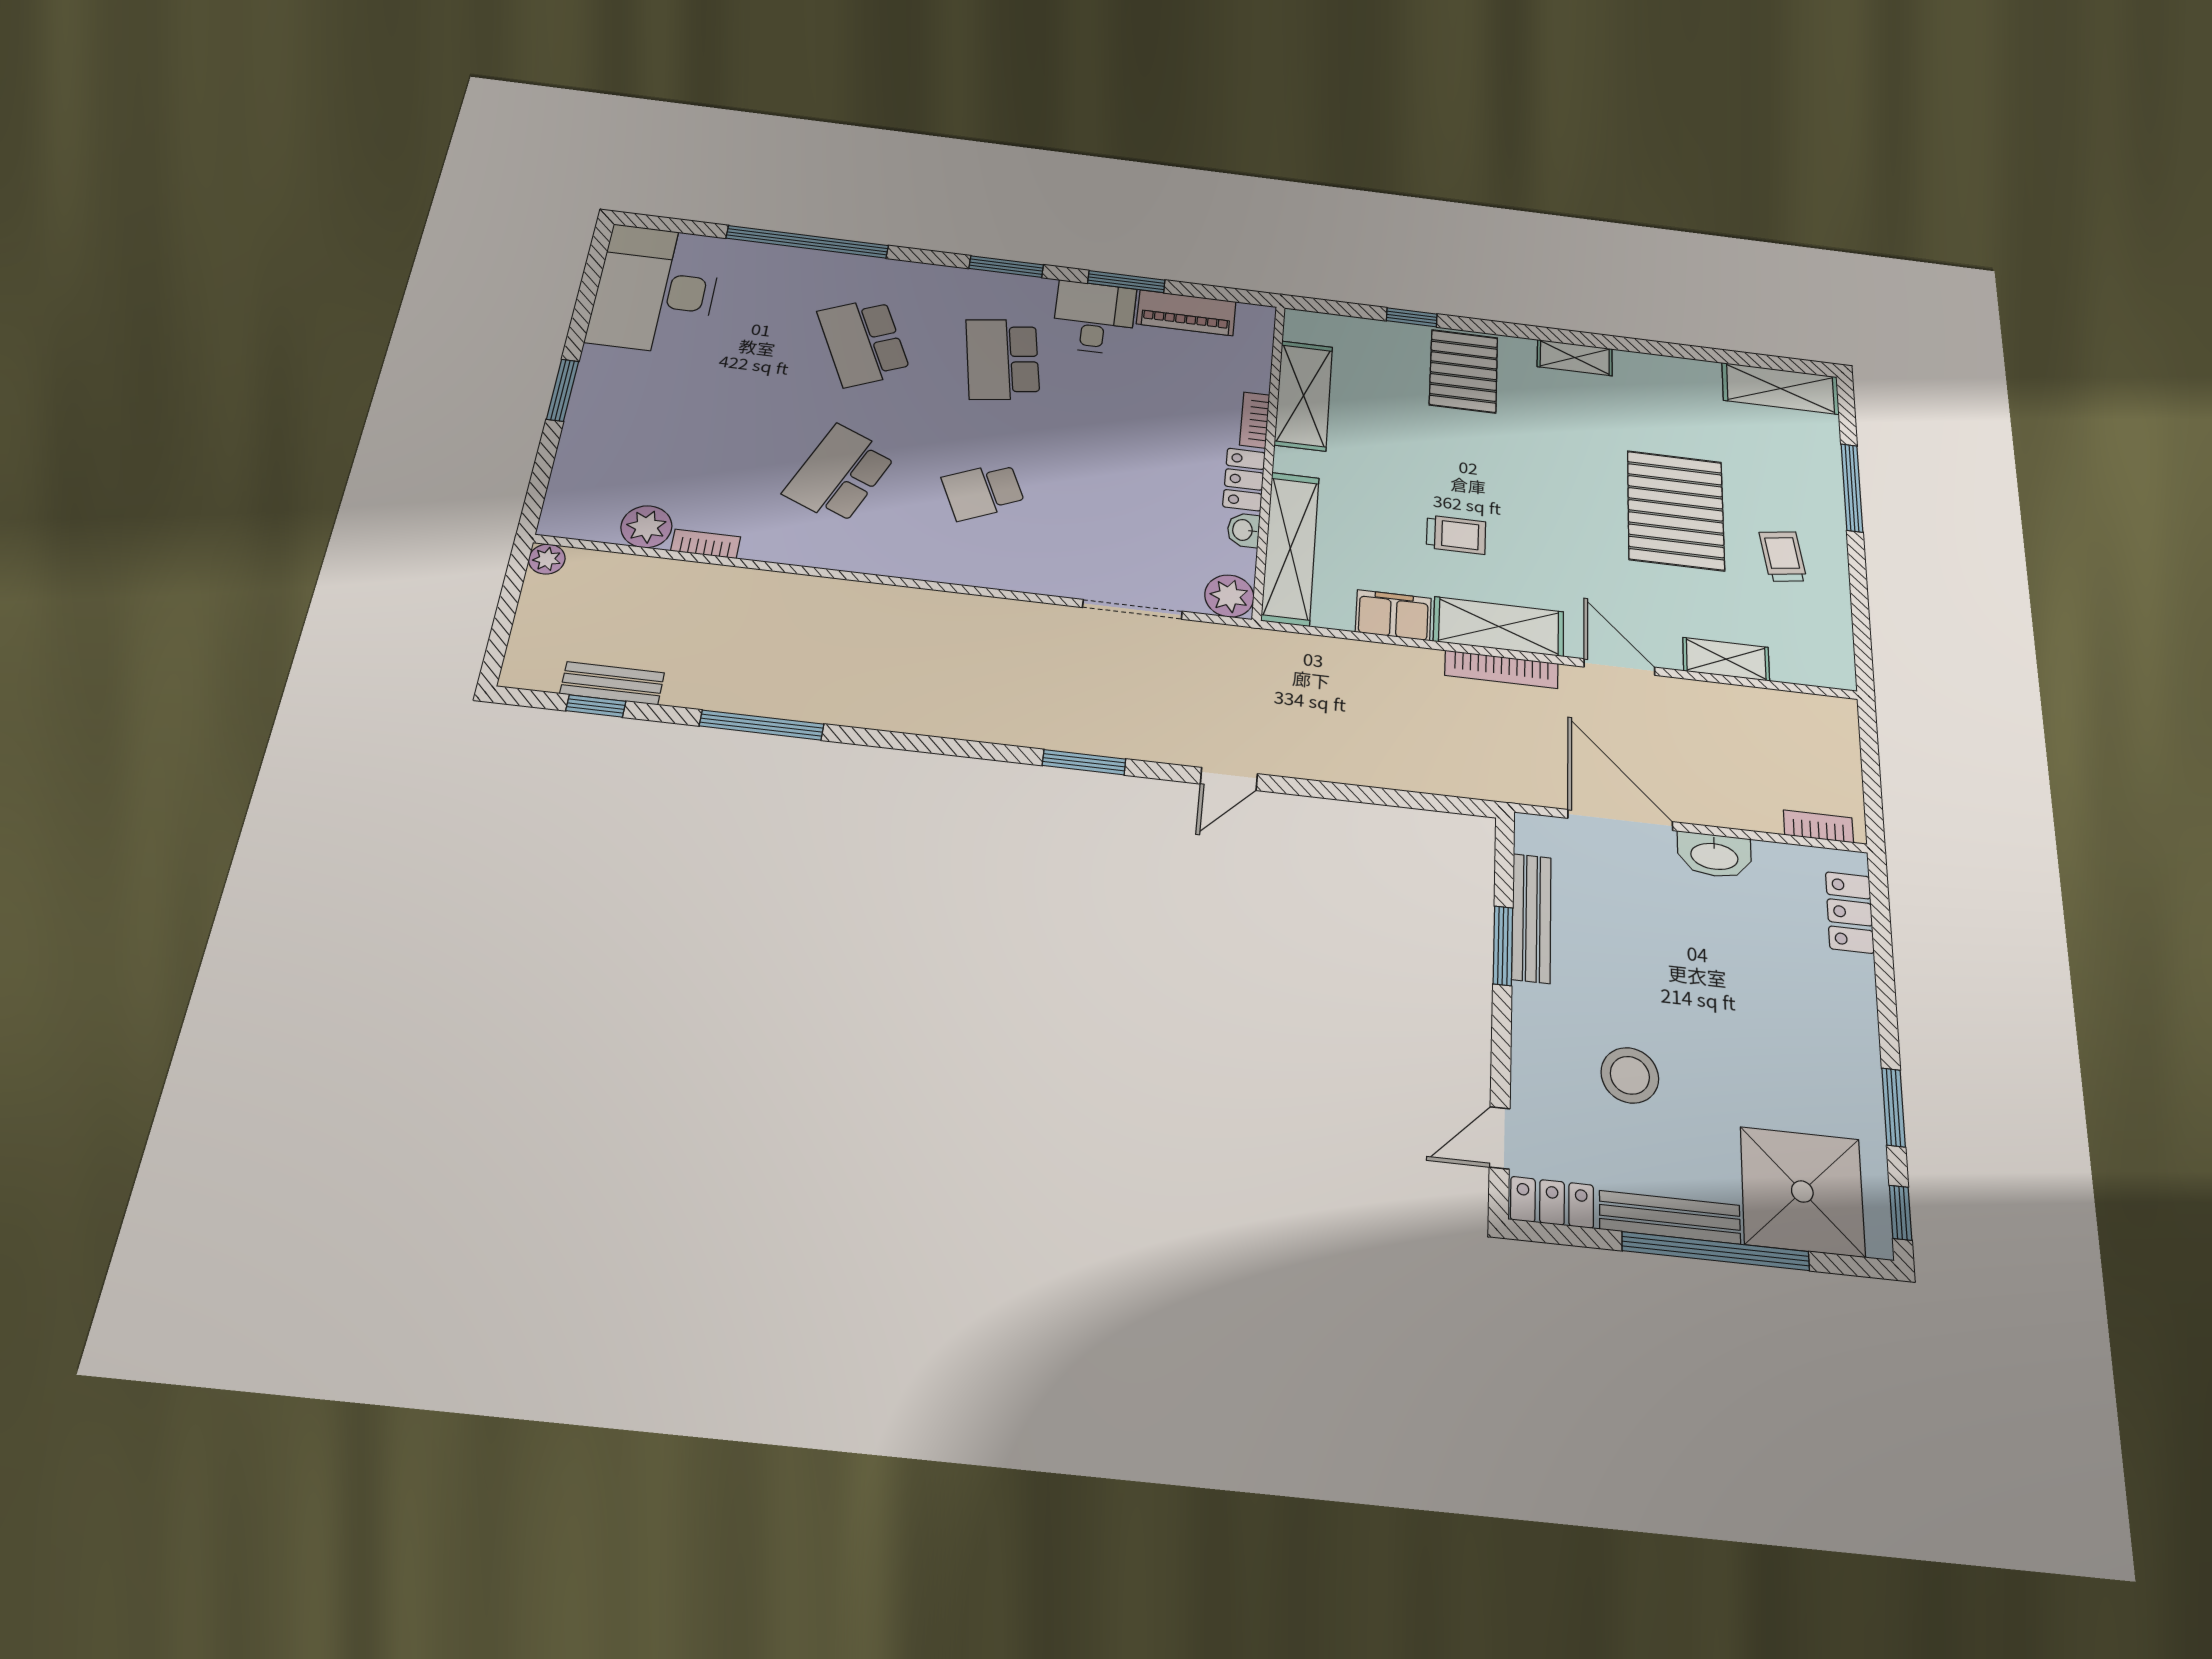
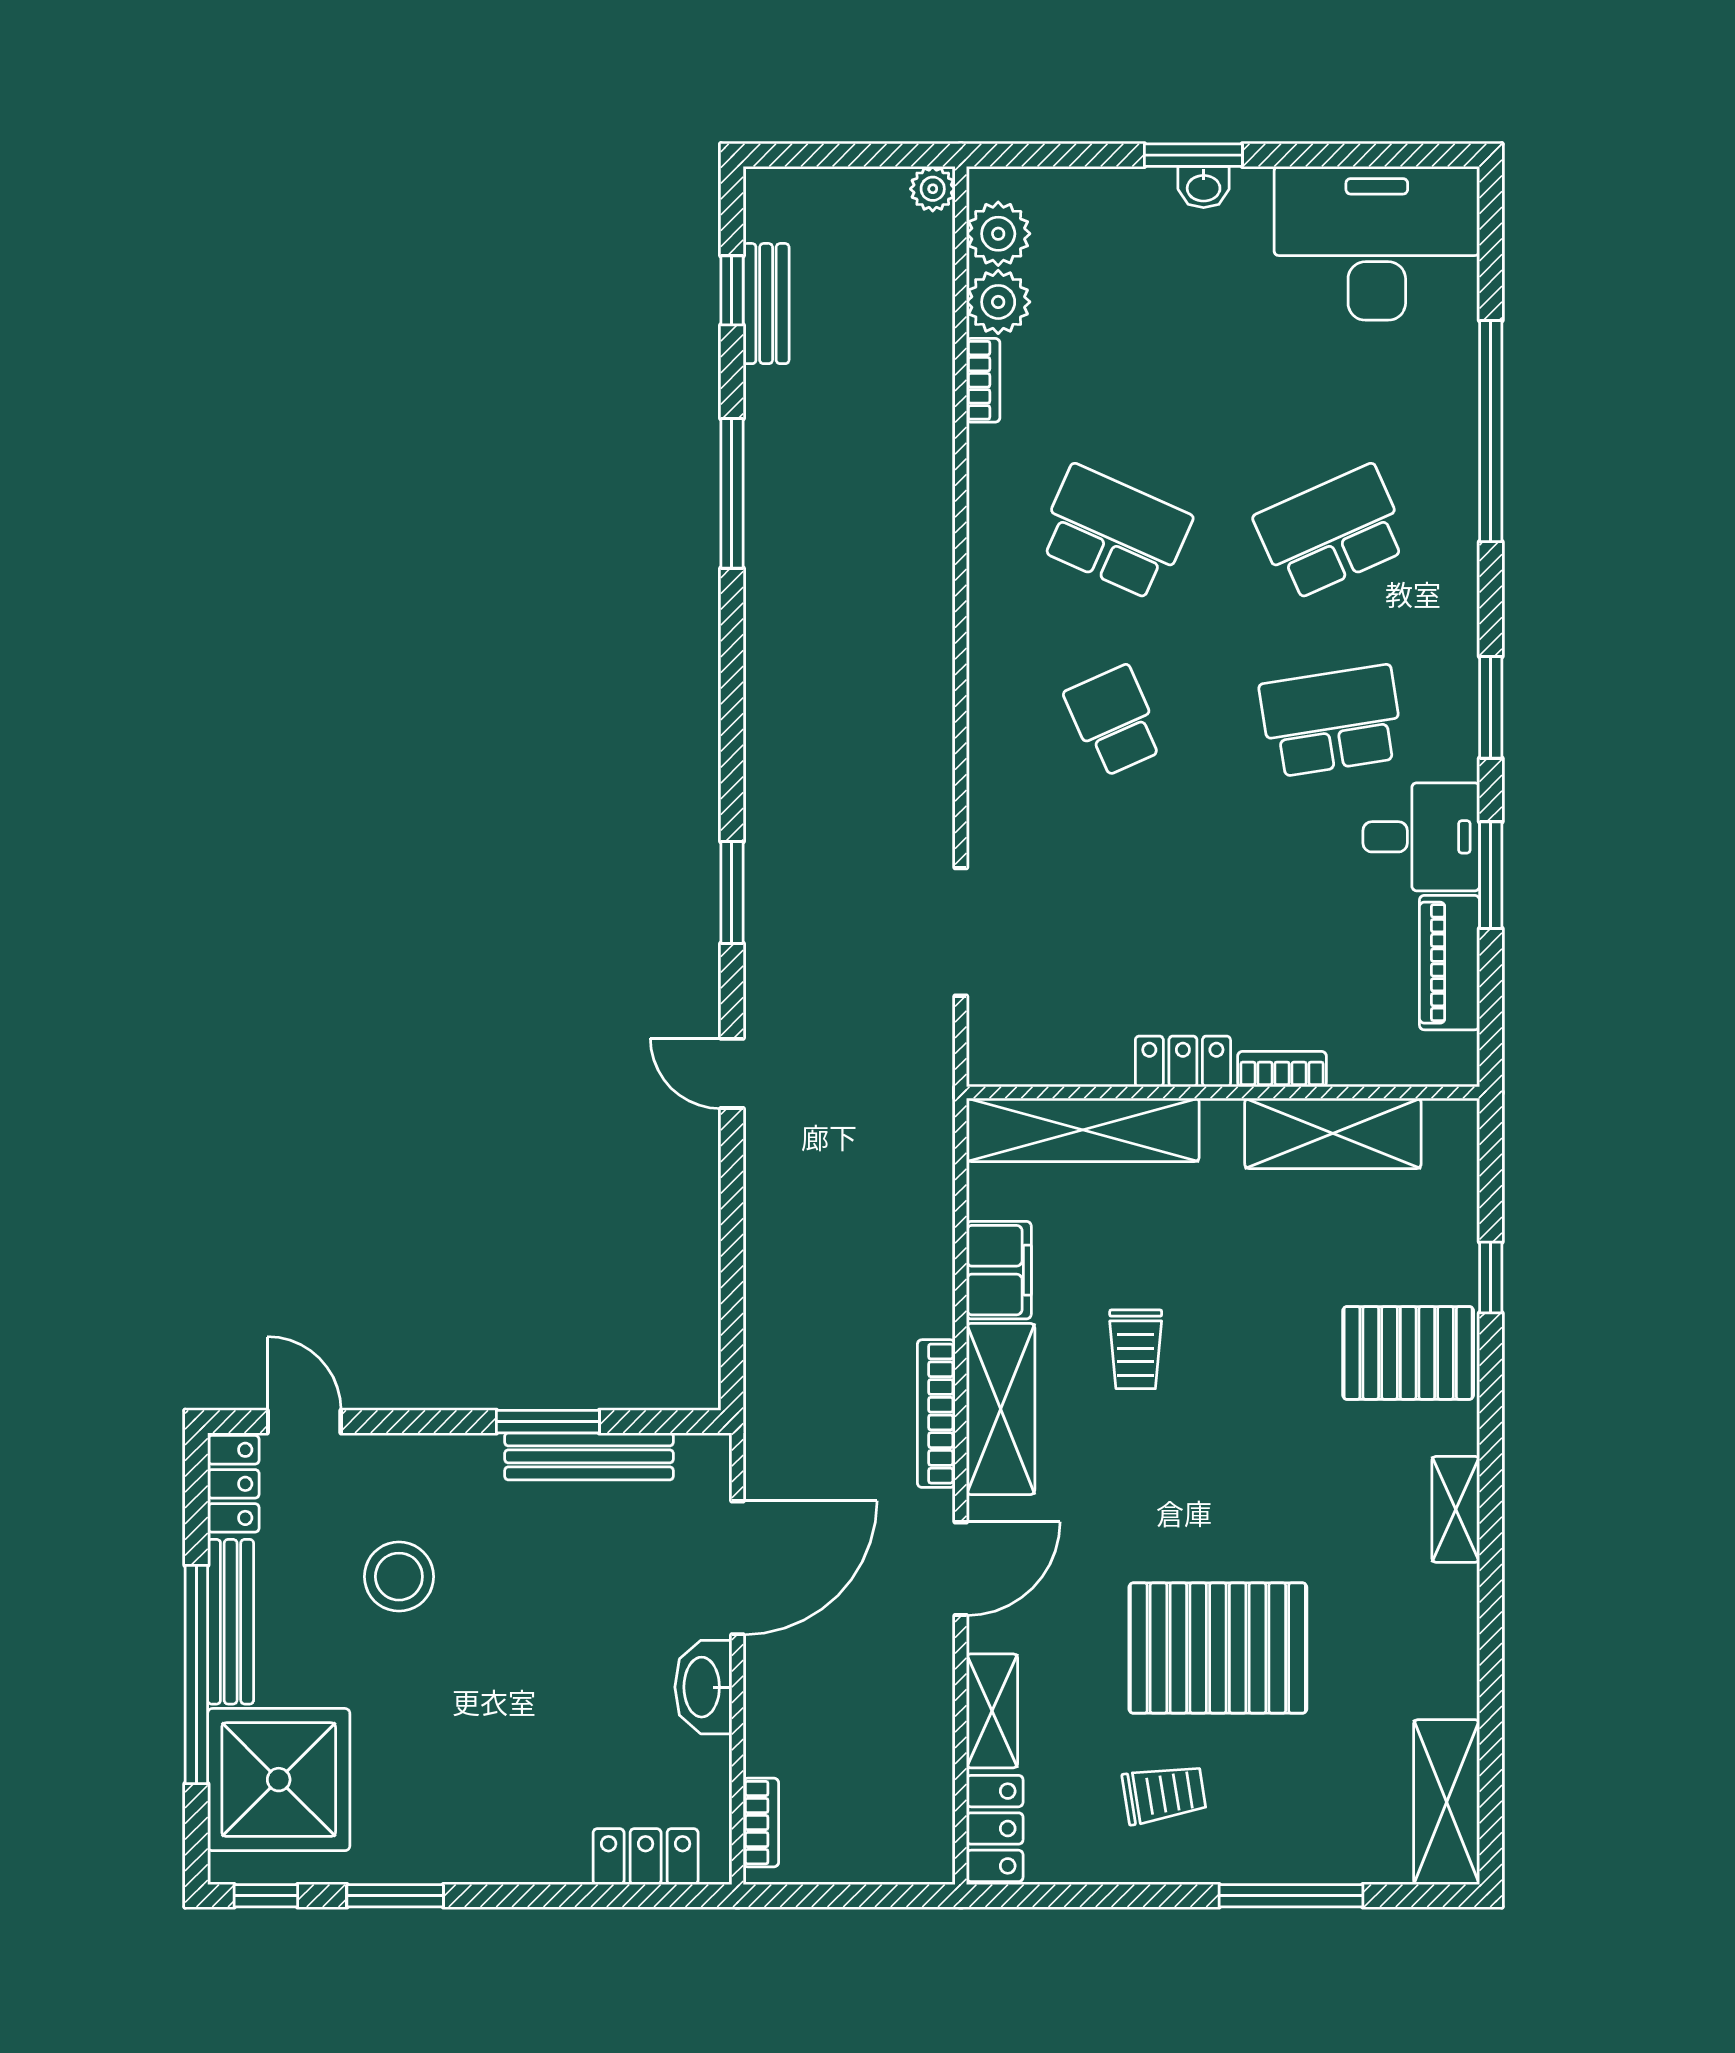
washbasin: (1243, 530) -> (1204, 187), moved, turned 180
plant: (1229, 596) -> (998, 234), moved
locker: (1814, 668) -> (995, 1828), added

